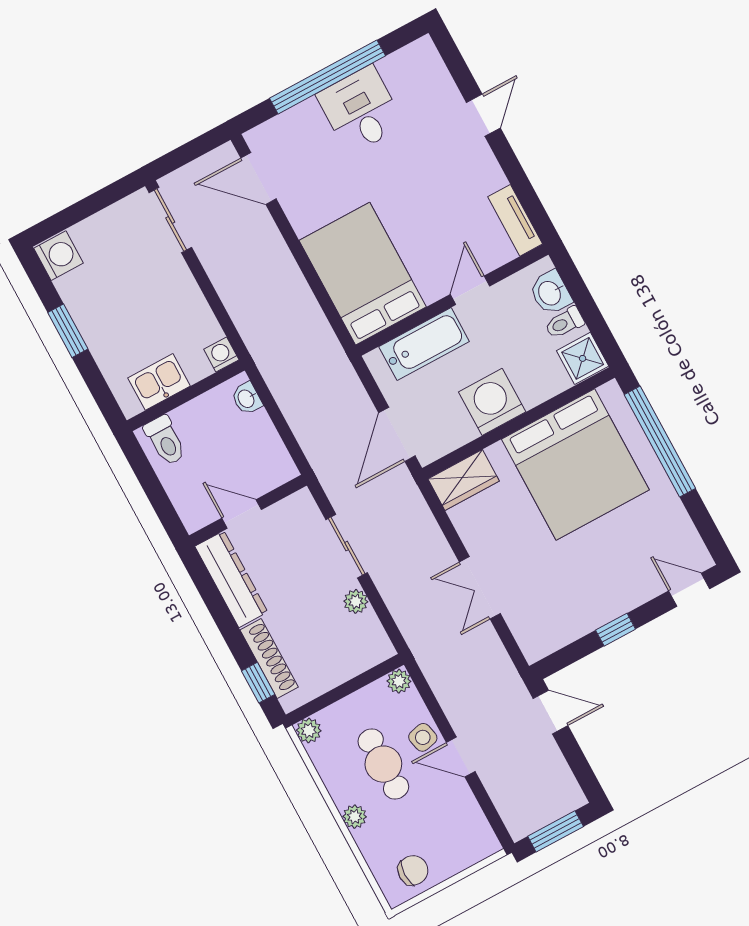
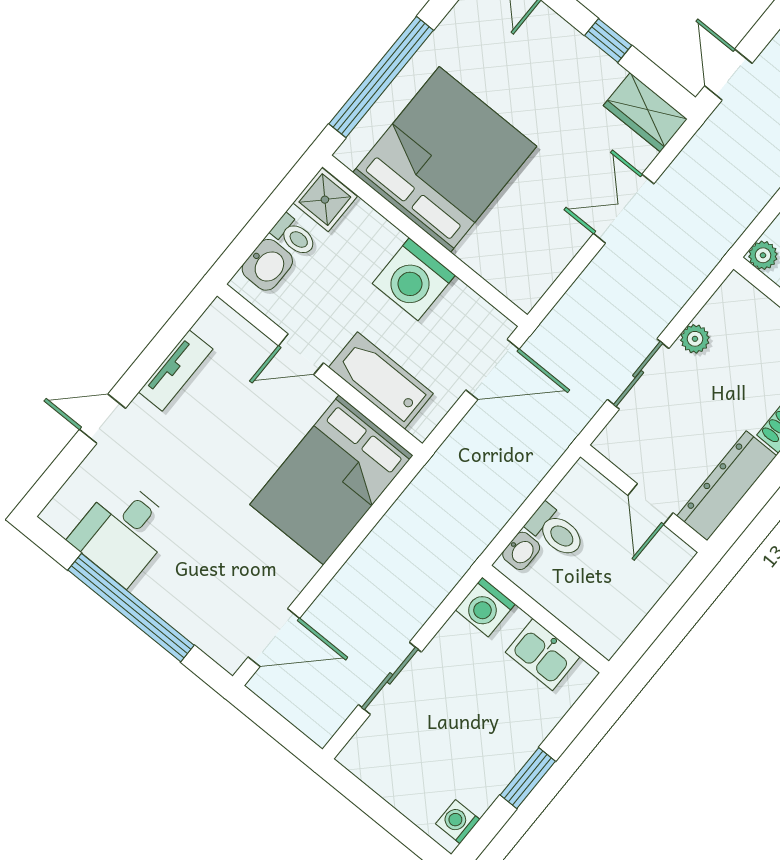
desk: (360, 110) -> (123, 532), moved
door: (258, 178) -> (274, 638), hinge flipped
sliding door: (170, 220) -> (390, 678), moved
tv unit: (515, 220) -> (176, 370), moved
washing machine: (58, 256) -> (458, 822), width x0.73, depth x0.73
washing machine: (221, 355) -> (485, 607), width x1.38, depth x1.38
toilet: (165, 440) -> (556, 531), moved, turned 90
wardrobe: (464, 480) -> (645, 112), moved, turned 180
double door: (480, 588) -> (624, 209), swing flipped

